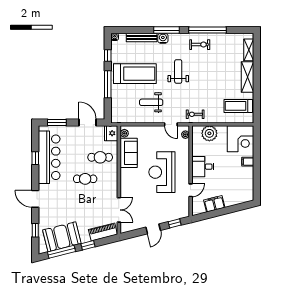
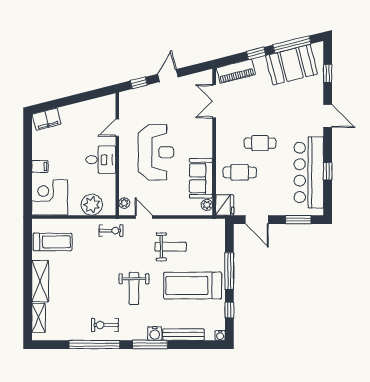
filing cabinet: (214, 204) -> (47, 119), moved

